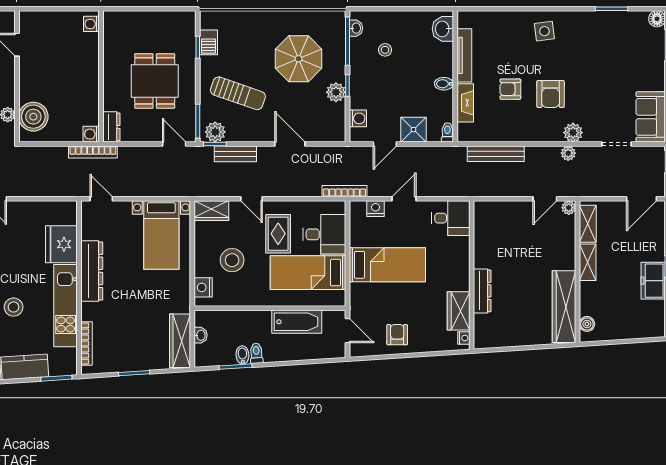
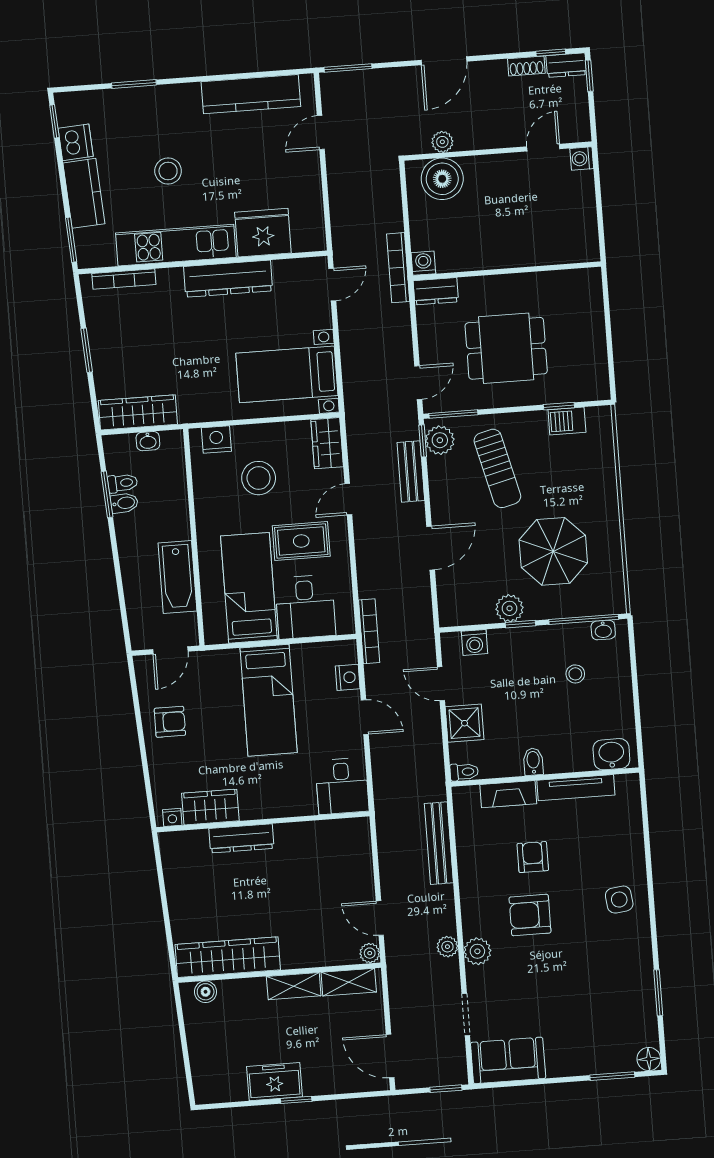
washing machine: (91, 24) -> (582, 159), moved, turned -90
sun lounger: (238, 93) -> (497, 468), turned -33
toilet: (256, 353) -> (123, 483), moved

